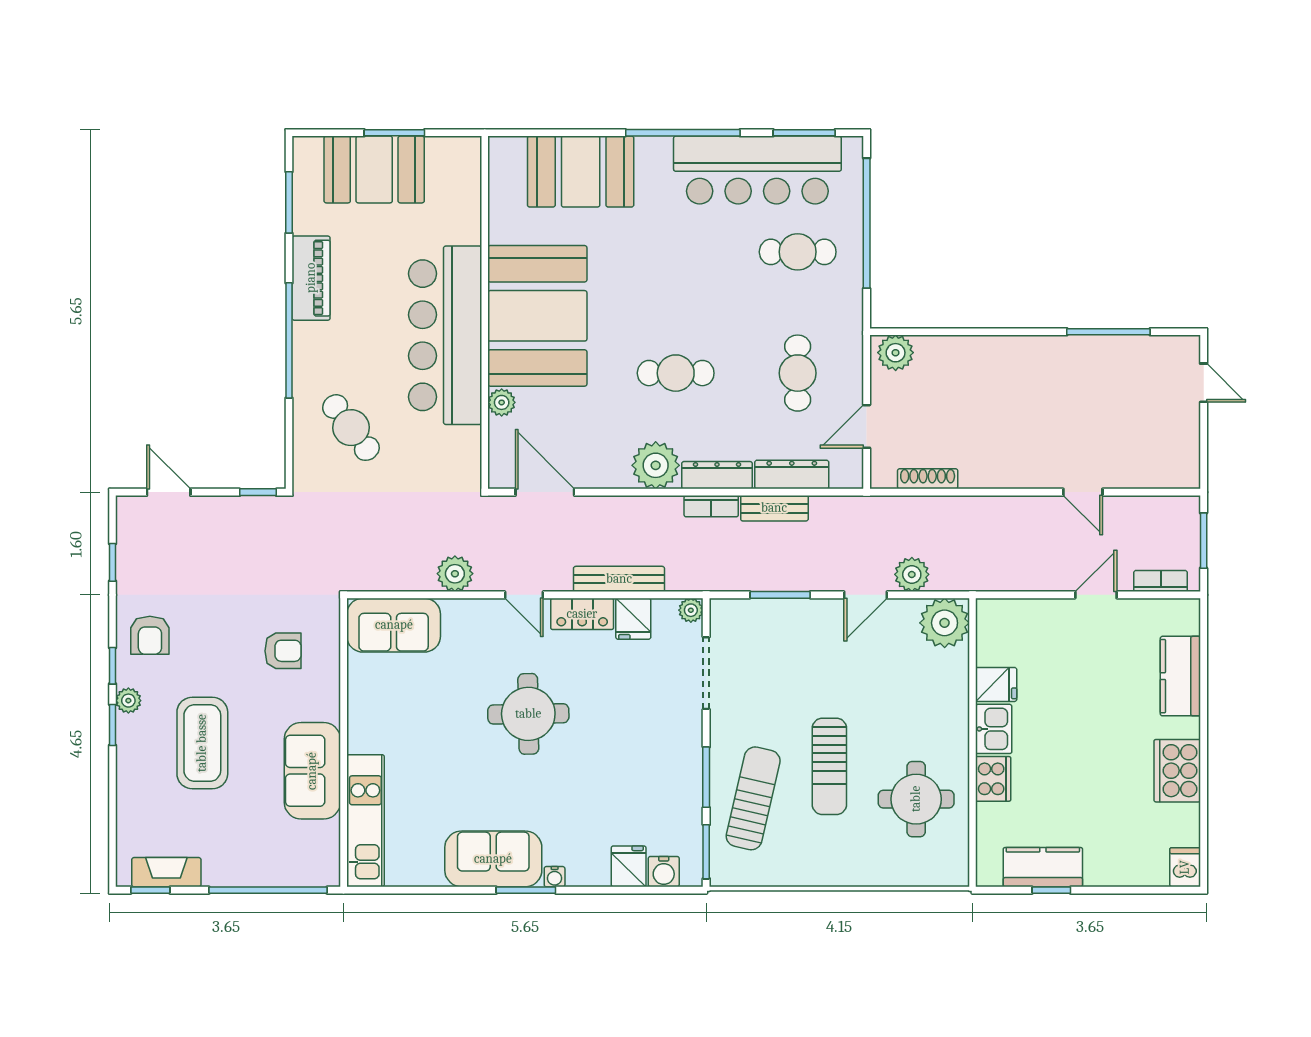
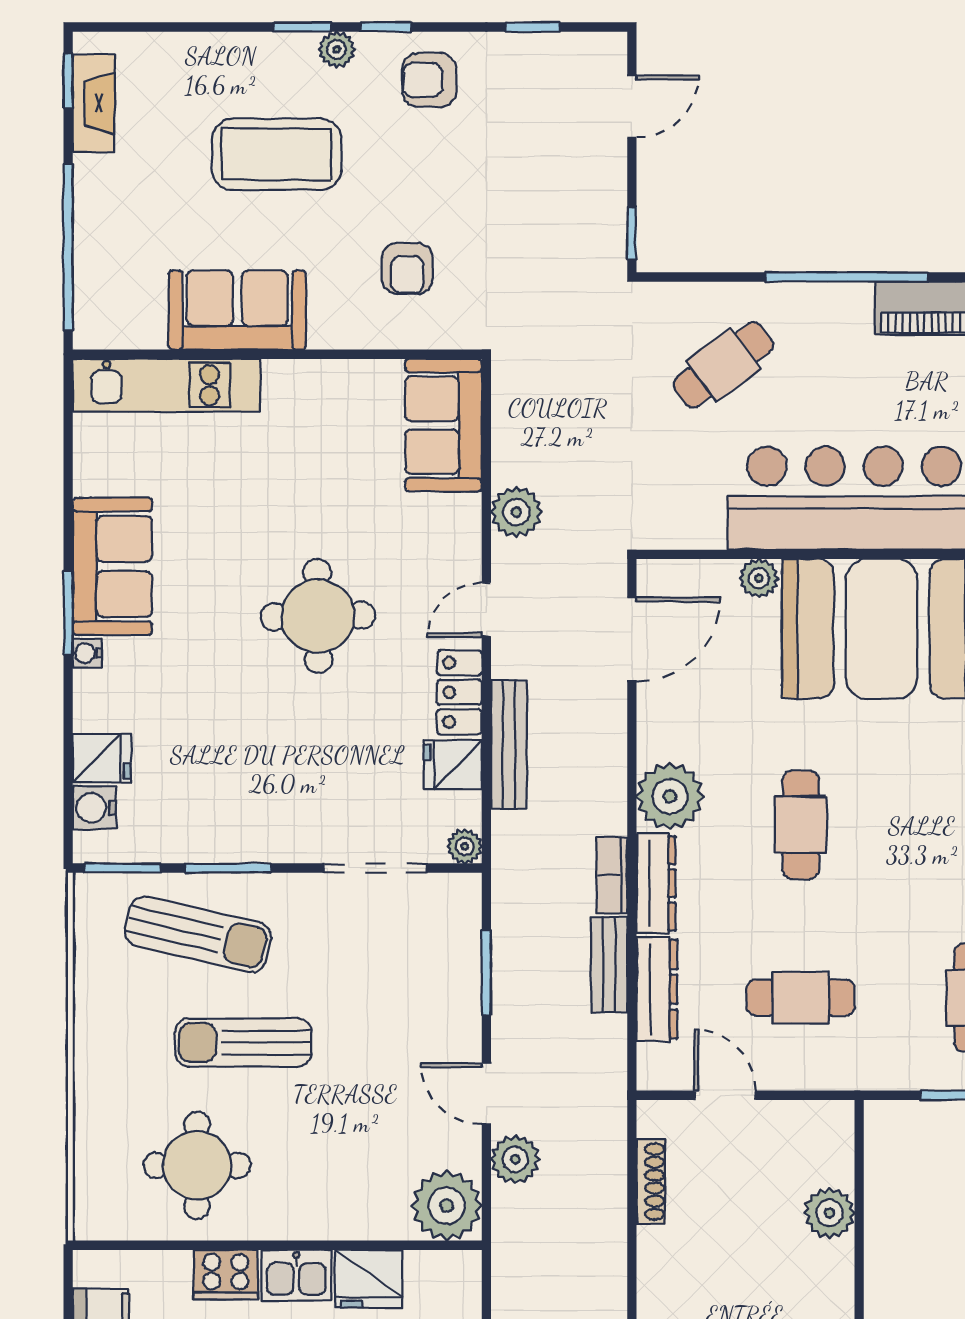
plant: (896, 353) -> (829, 1213), moved
fridge: (996, 684) -> (369, 1279), width x1.38

